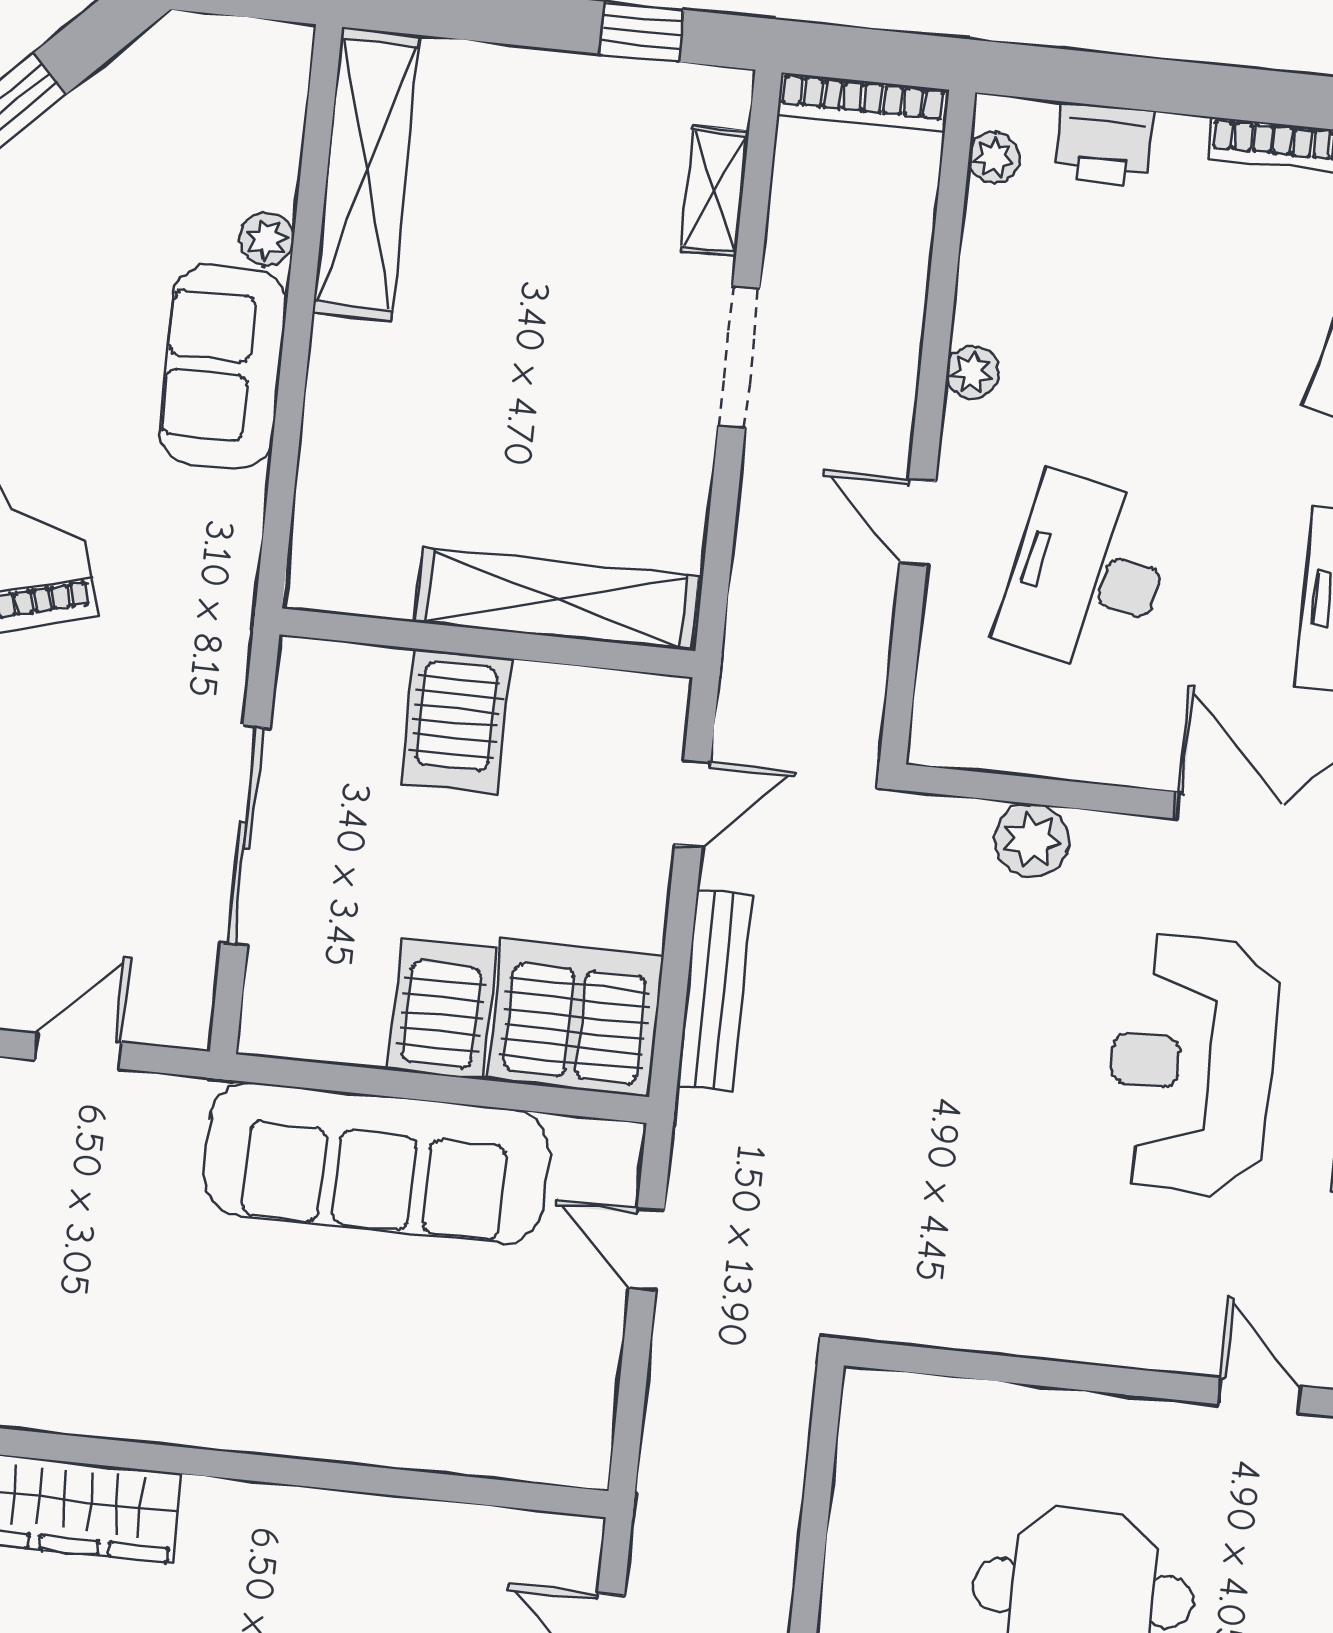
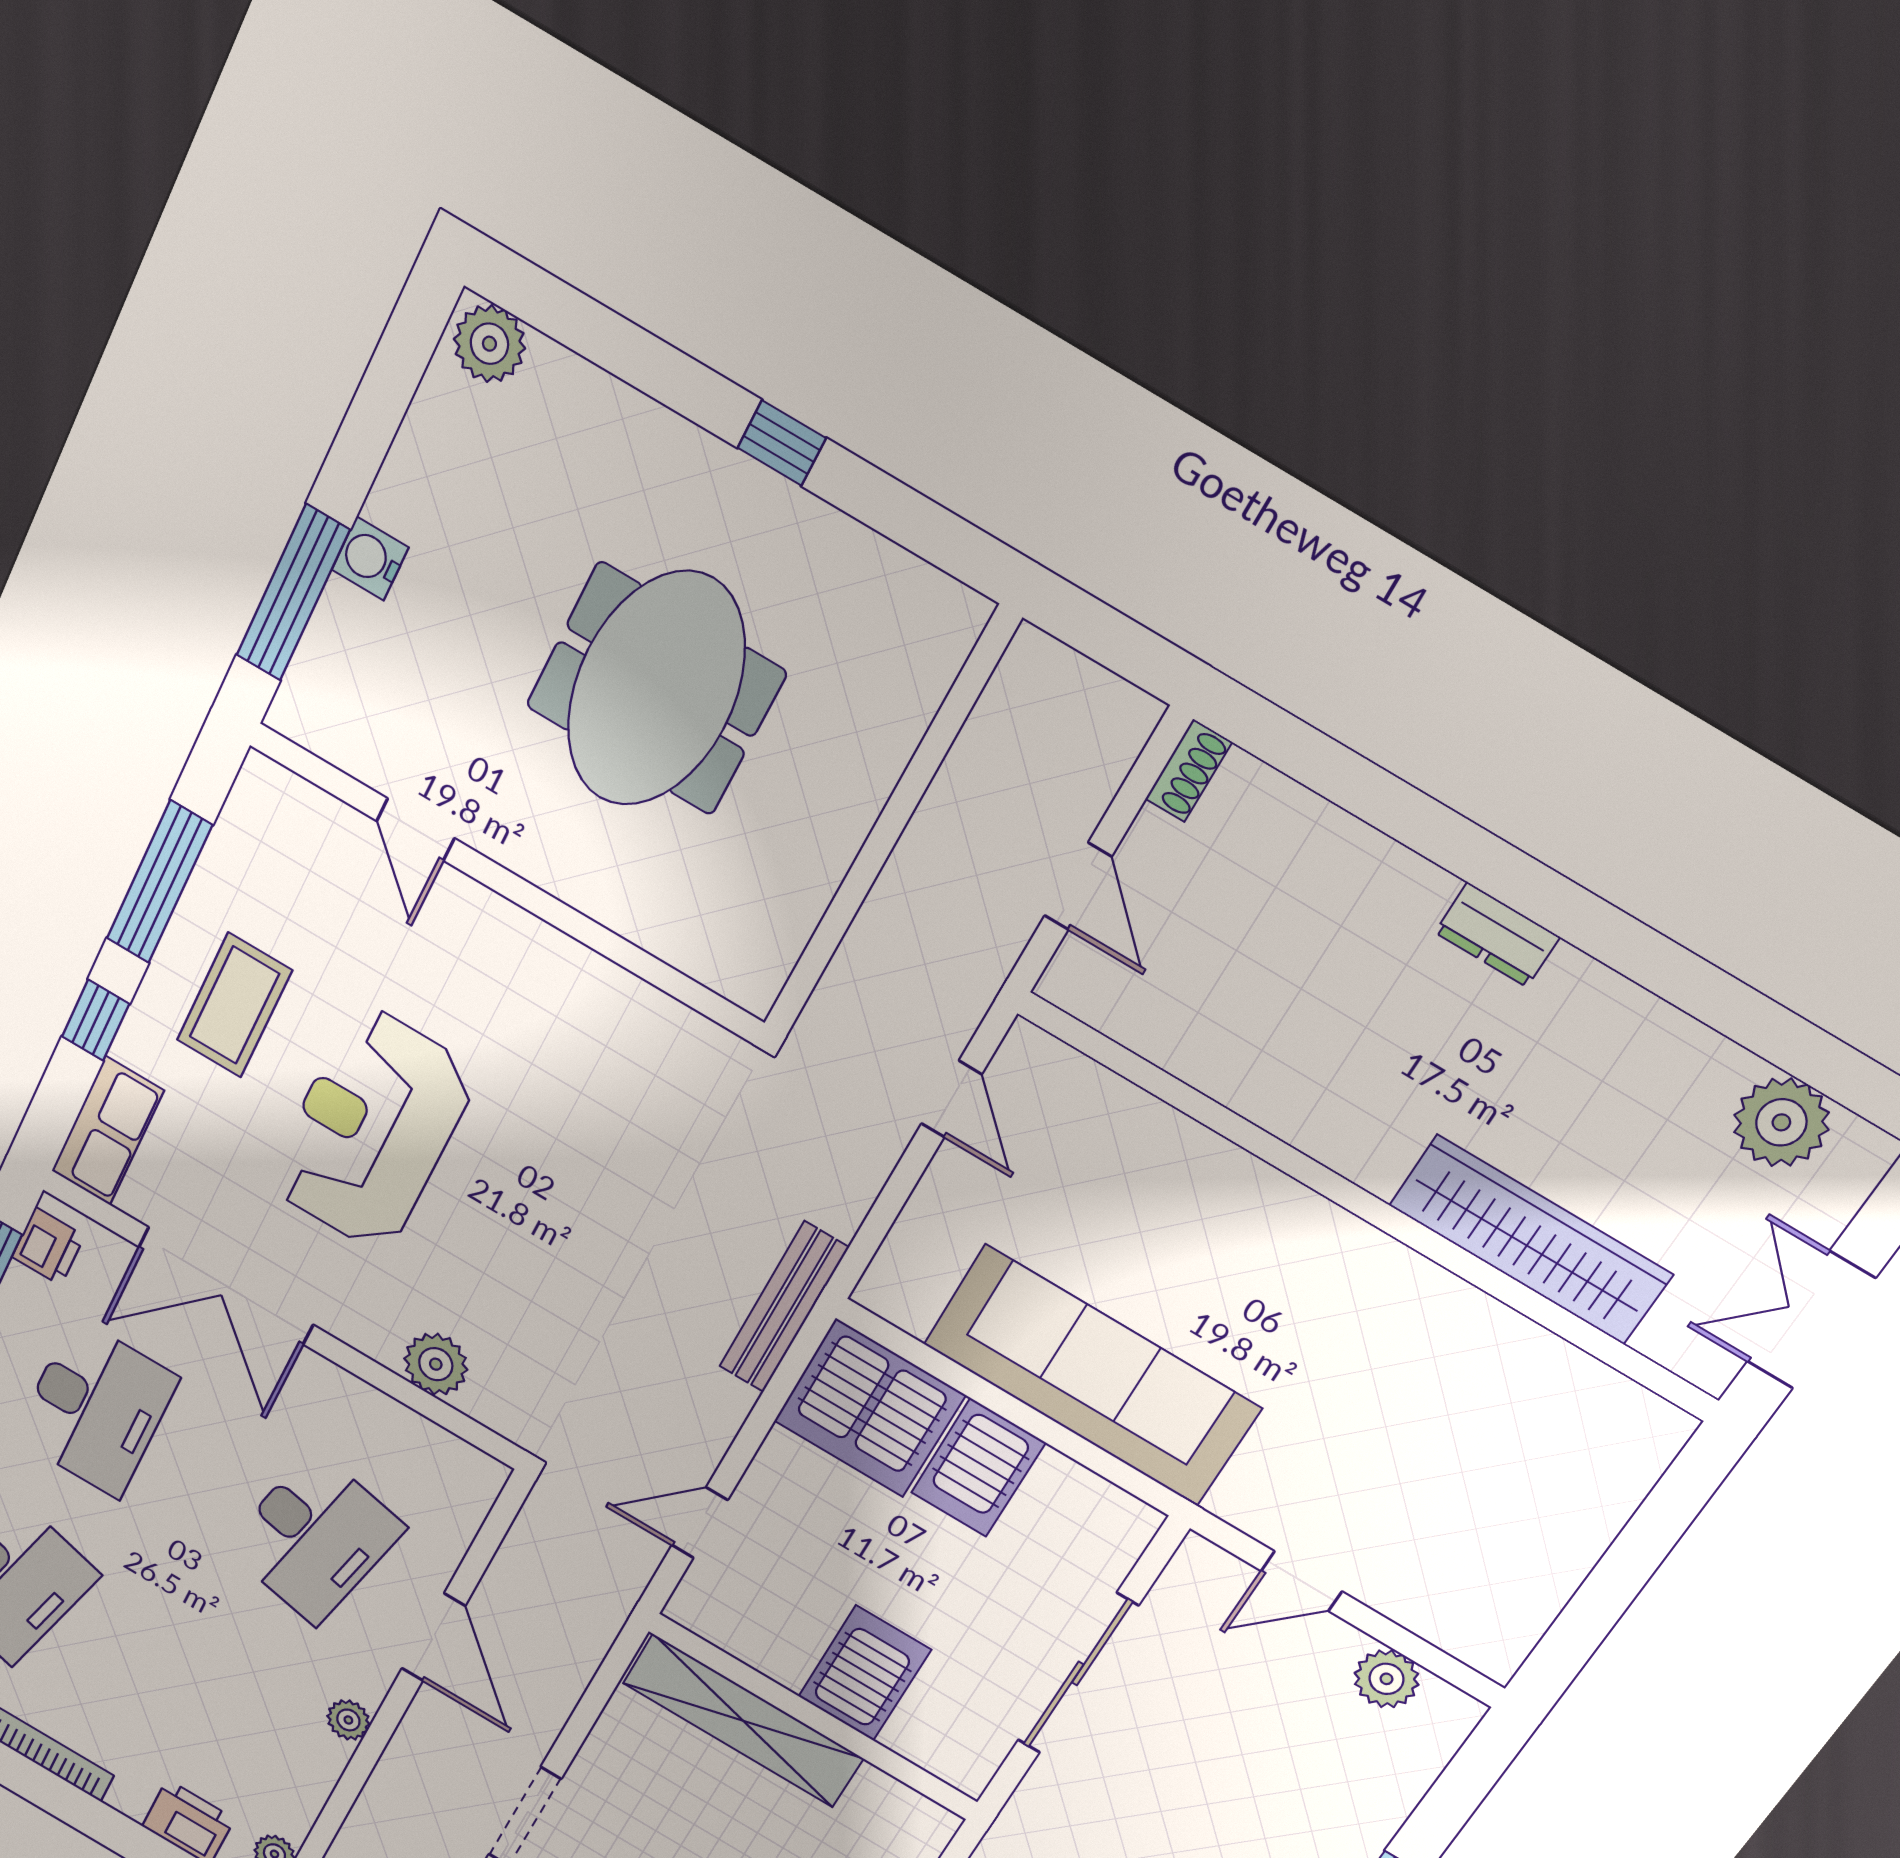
door: (918, 523) -> (433, 1637), width x1.38
bench: (714, 990) -> (784, 1307), moved
reception desk: (1191, 1065) -> (372, 1129), turned 180
door: (647, 1250) -> (952, 1099), moved

